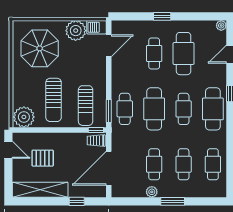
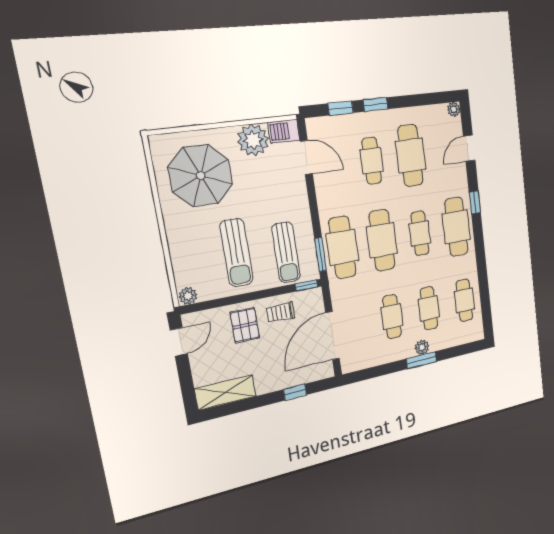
window: (137, 16) -> (341, 108), added
door: (109, 46) -> (306, 157), hinge flipped
cafe table: (125, 109) -> (342, 247), width x1.37, depth x1.35
plant: (24, 117) -> (188, 296), width x0.53, depth x0.53
trolley: (96, 141) -> (281, 312), moved
door: (8, 150) -> (179, 342), hinge flipped
pallet: (43, 158) -> (245, 325), moved, turned 90
shelving: (40, 190) -> (225, 392), width x0.68
plant: (152, 192) -> (422, 347), moved

